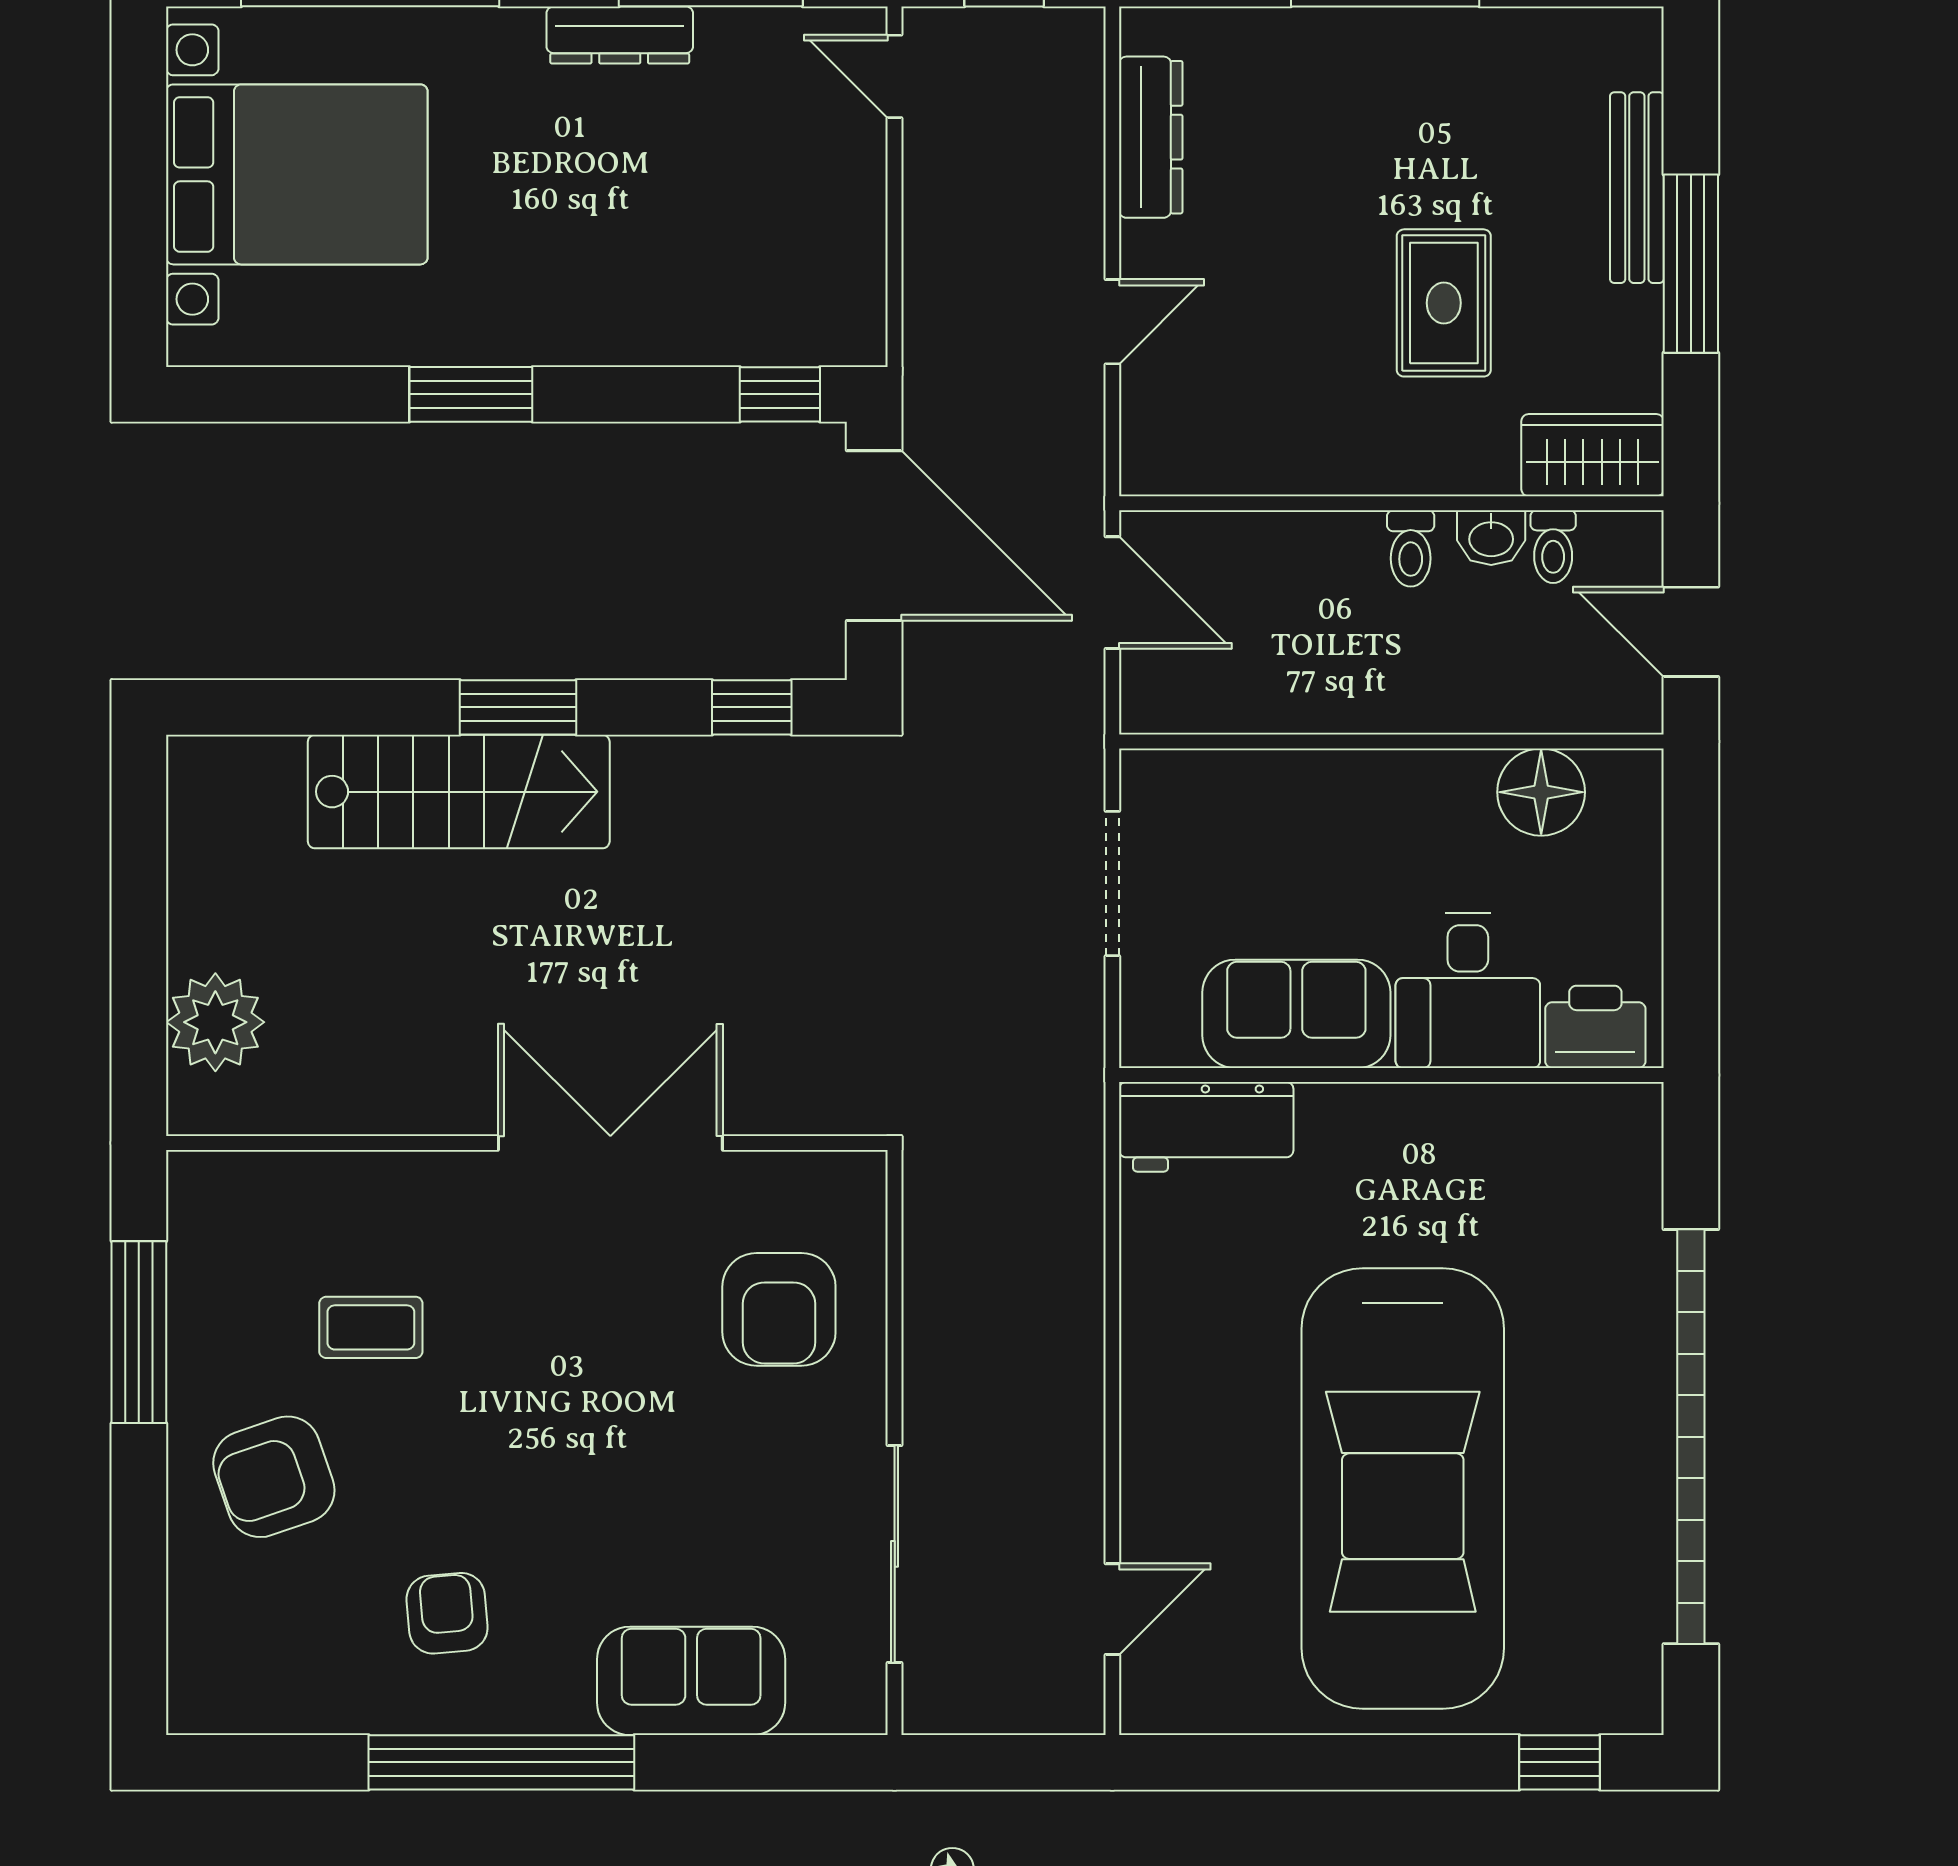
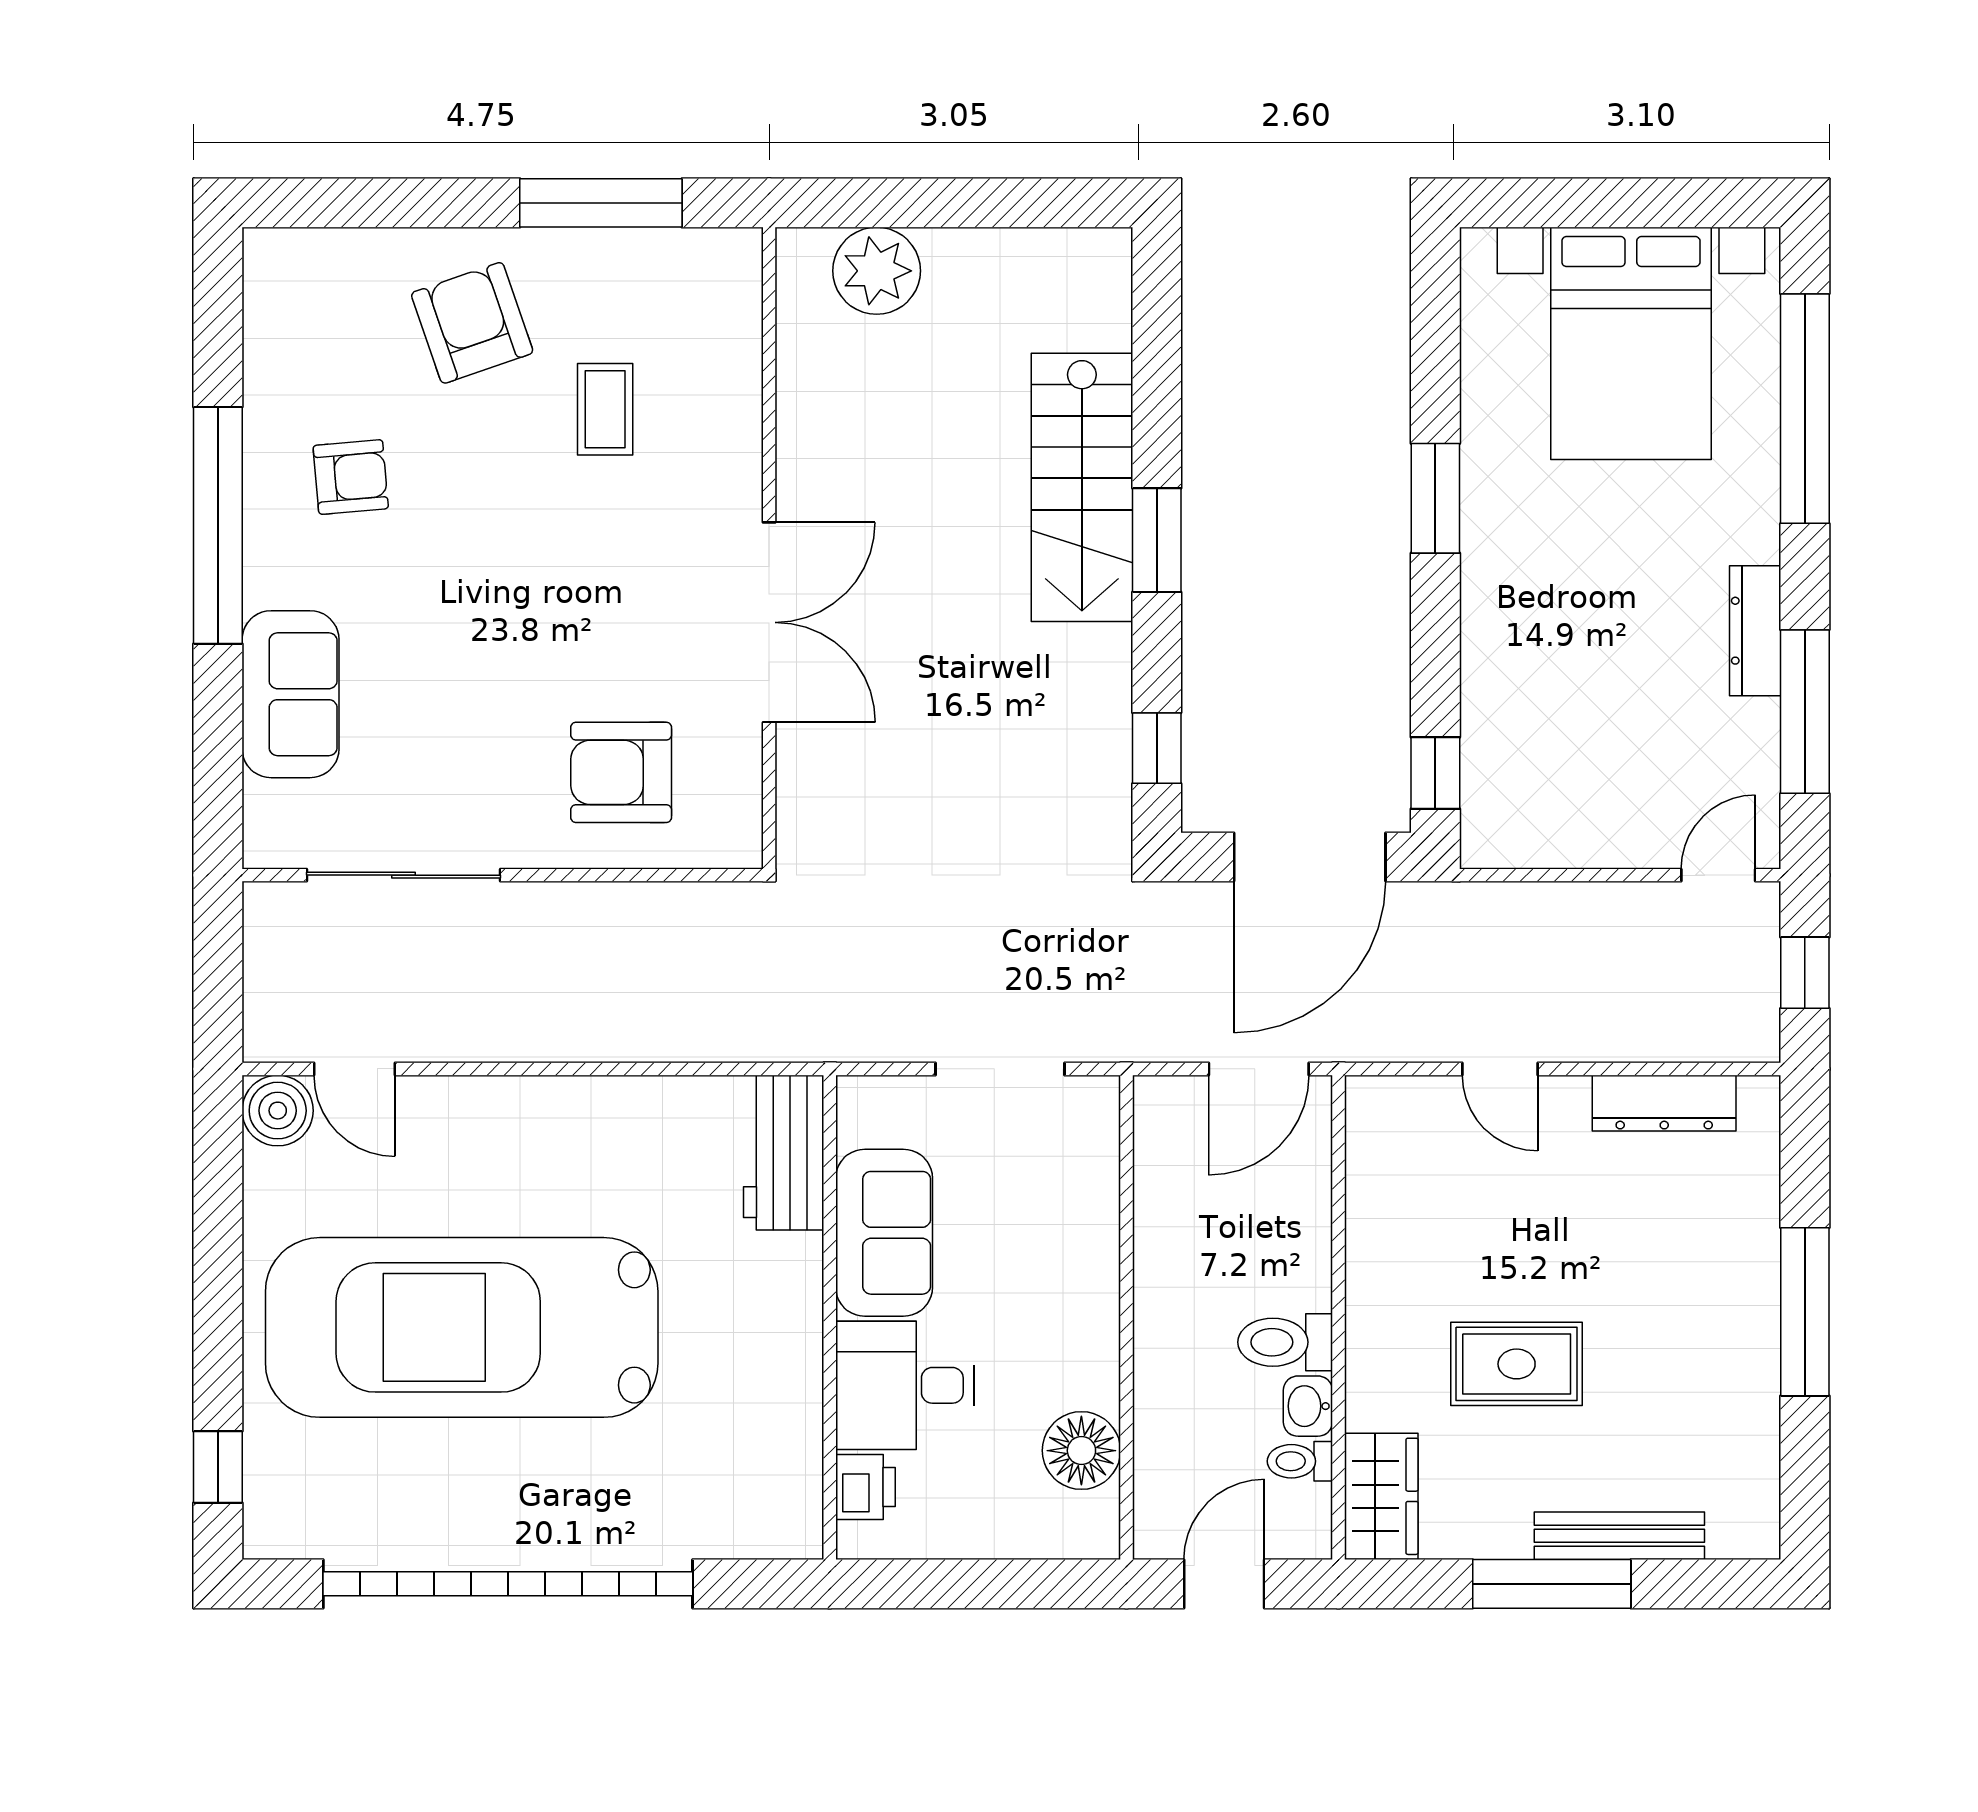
toilet: (1411, 548) -> (1285, 1342), width x1.37, depth x1.39
printer: (1595, 1027) -> (865, 1487), width x0.73, depth x0.81
boiler: (1159, 1695) -> (278, 1111), added

